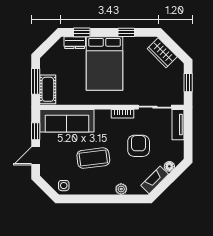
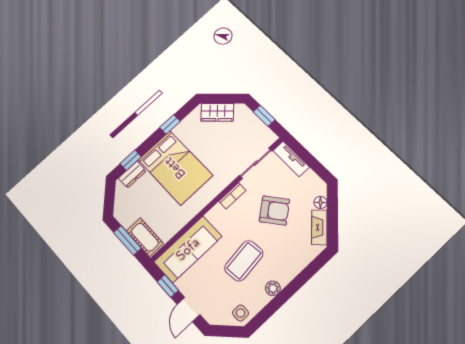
armchair: (139, 146) -> (274, 210), turned 142
plant: (121, 189) -> (273, 288), moved

